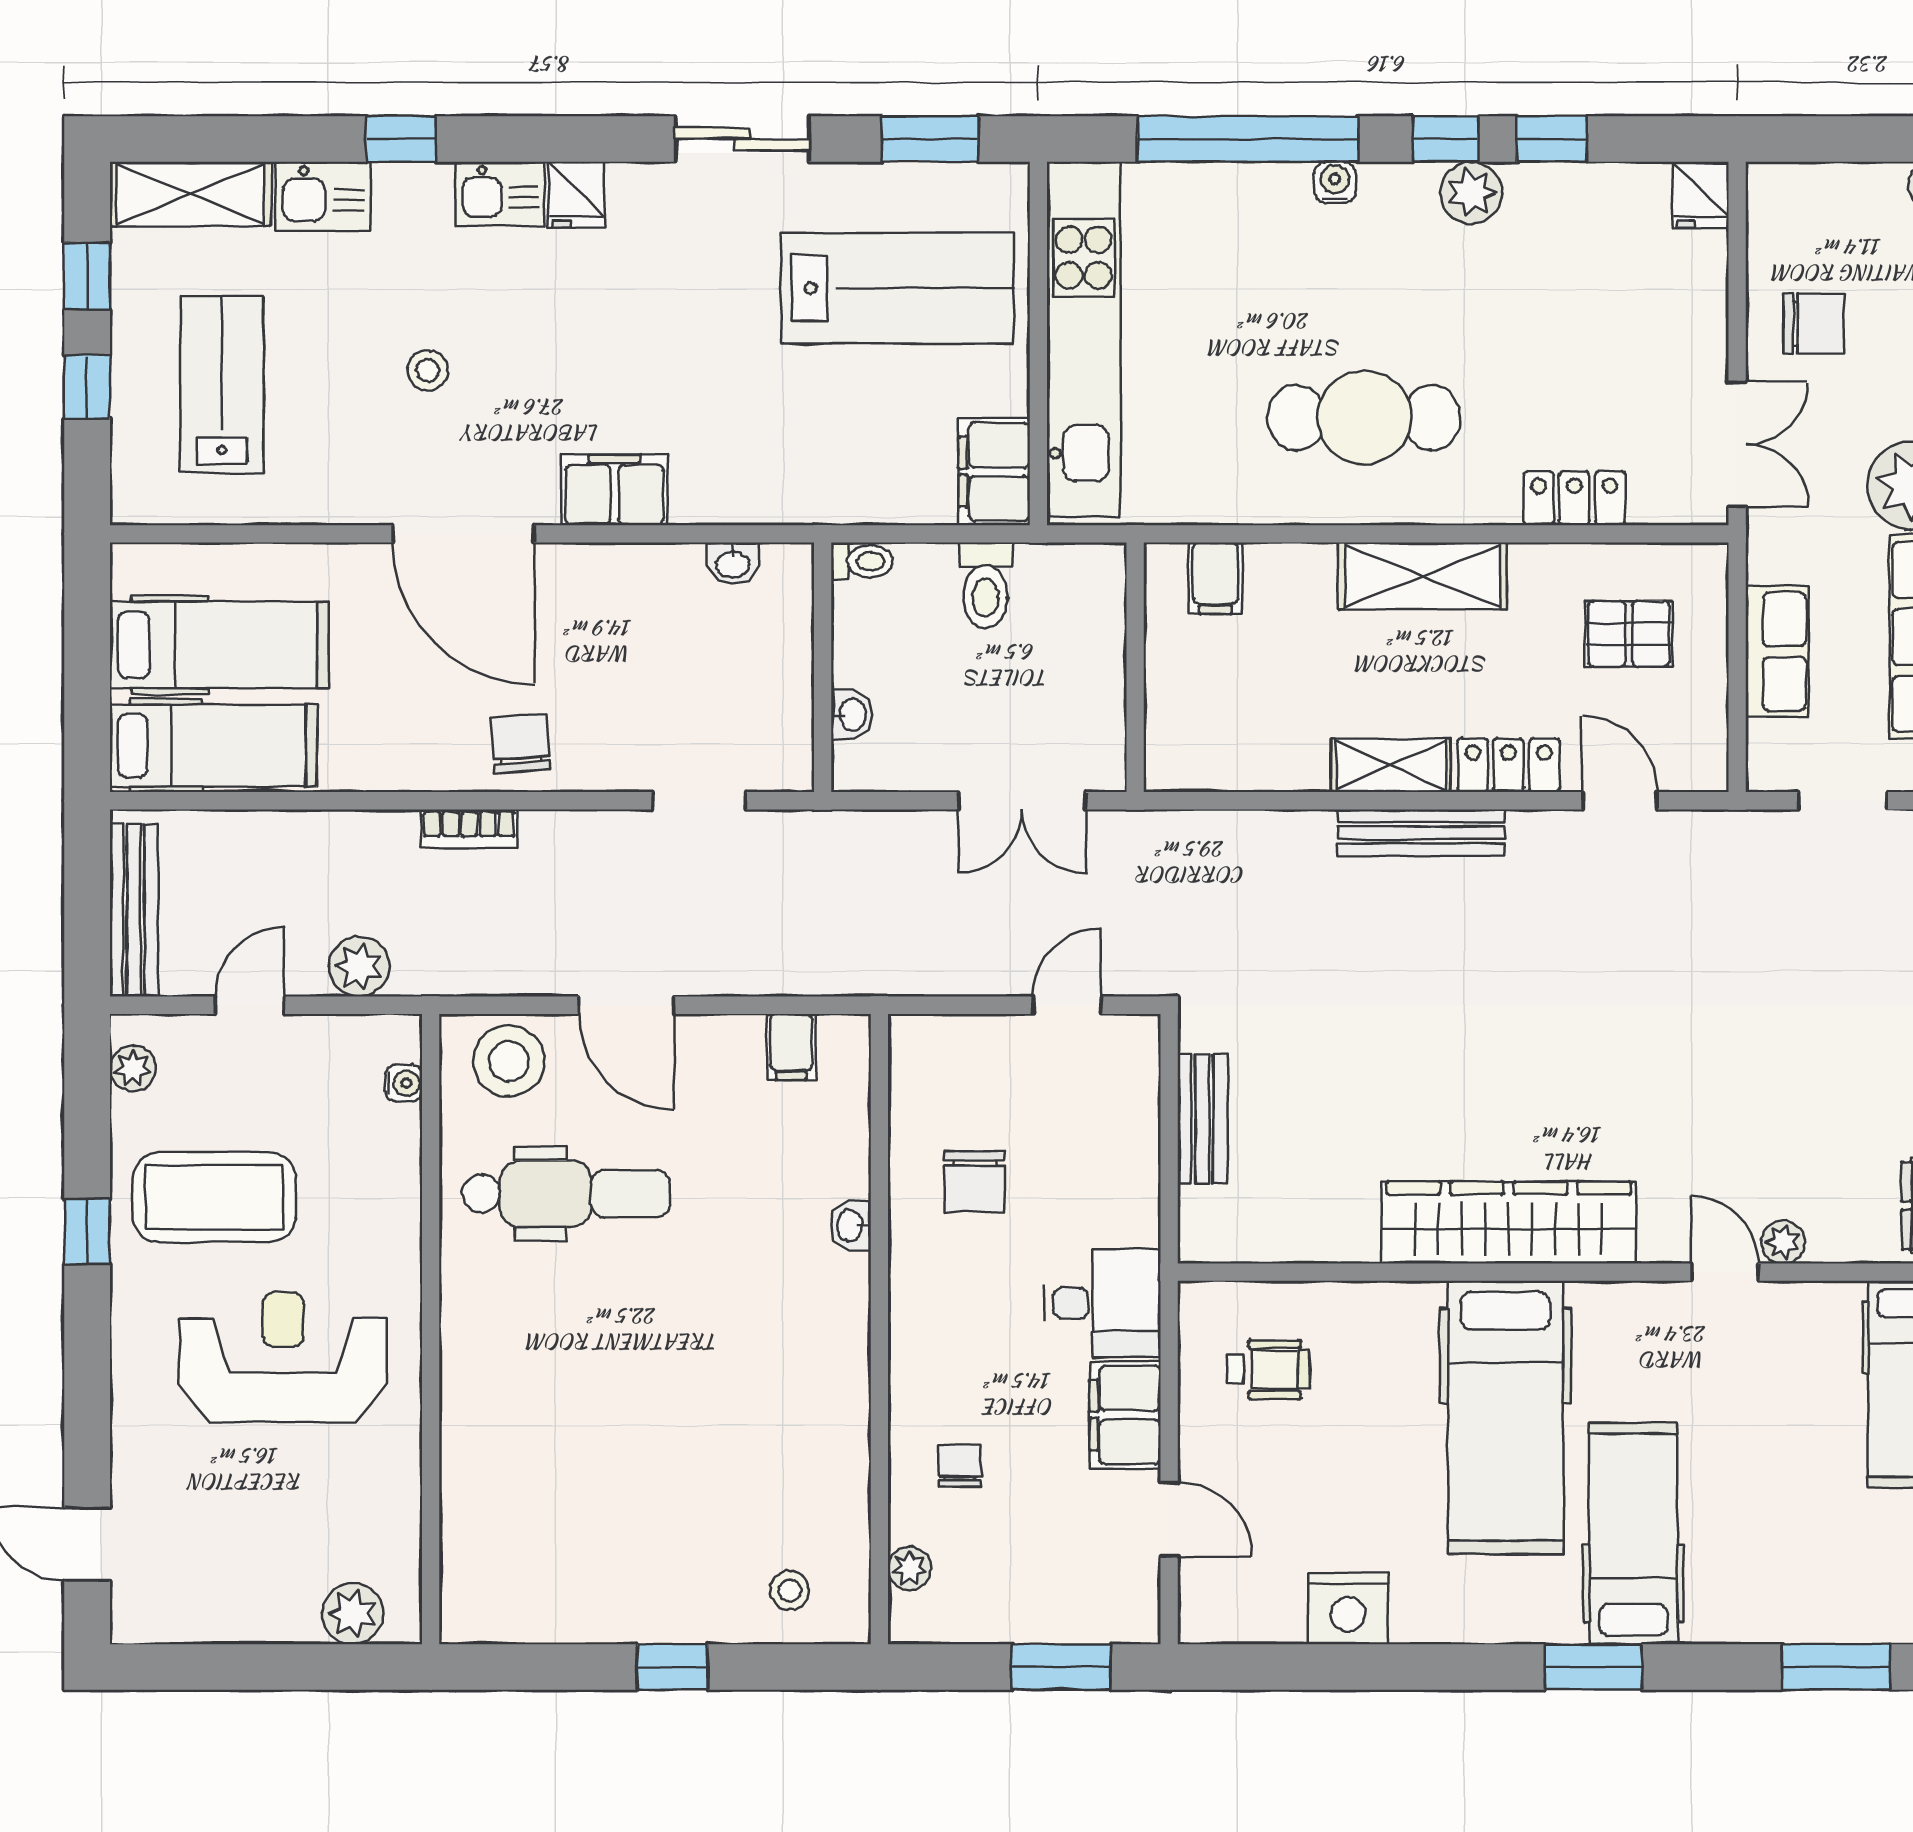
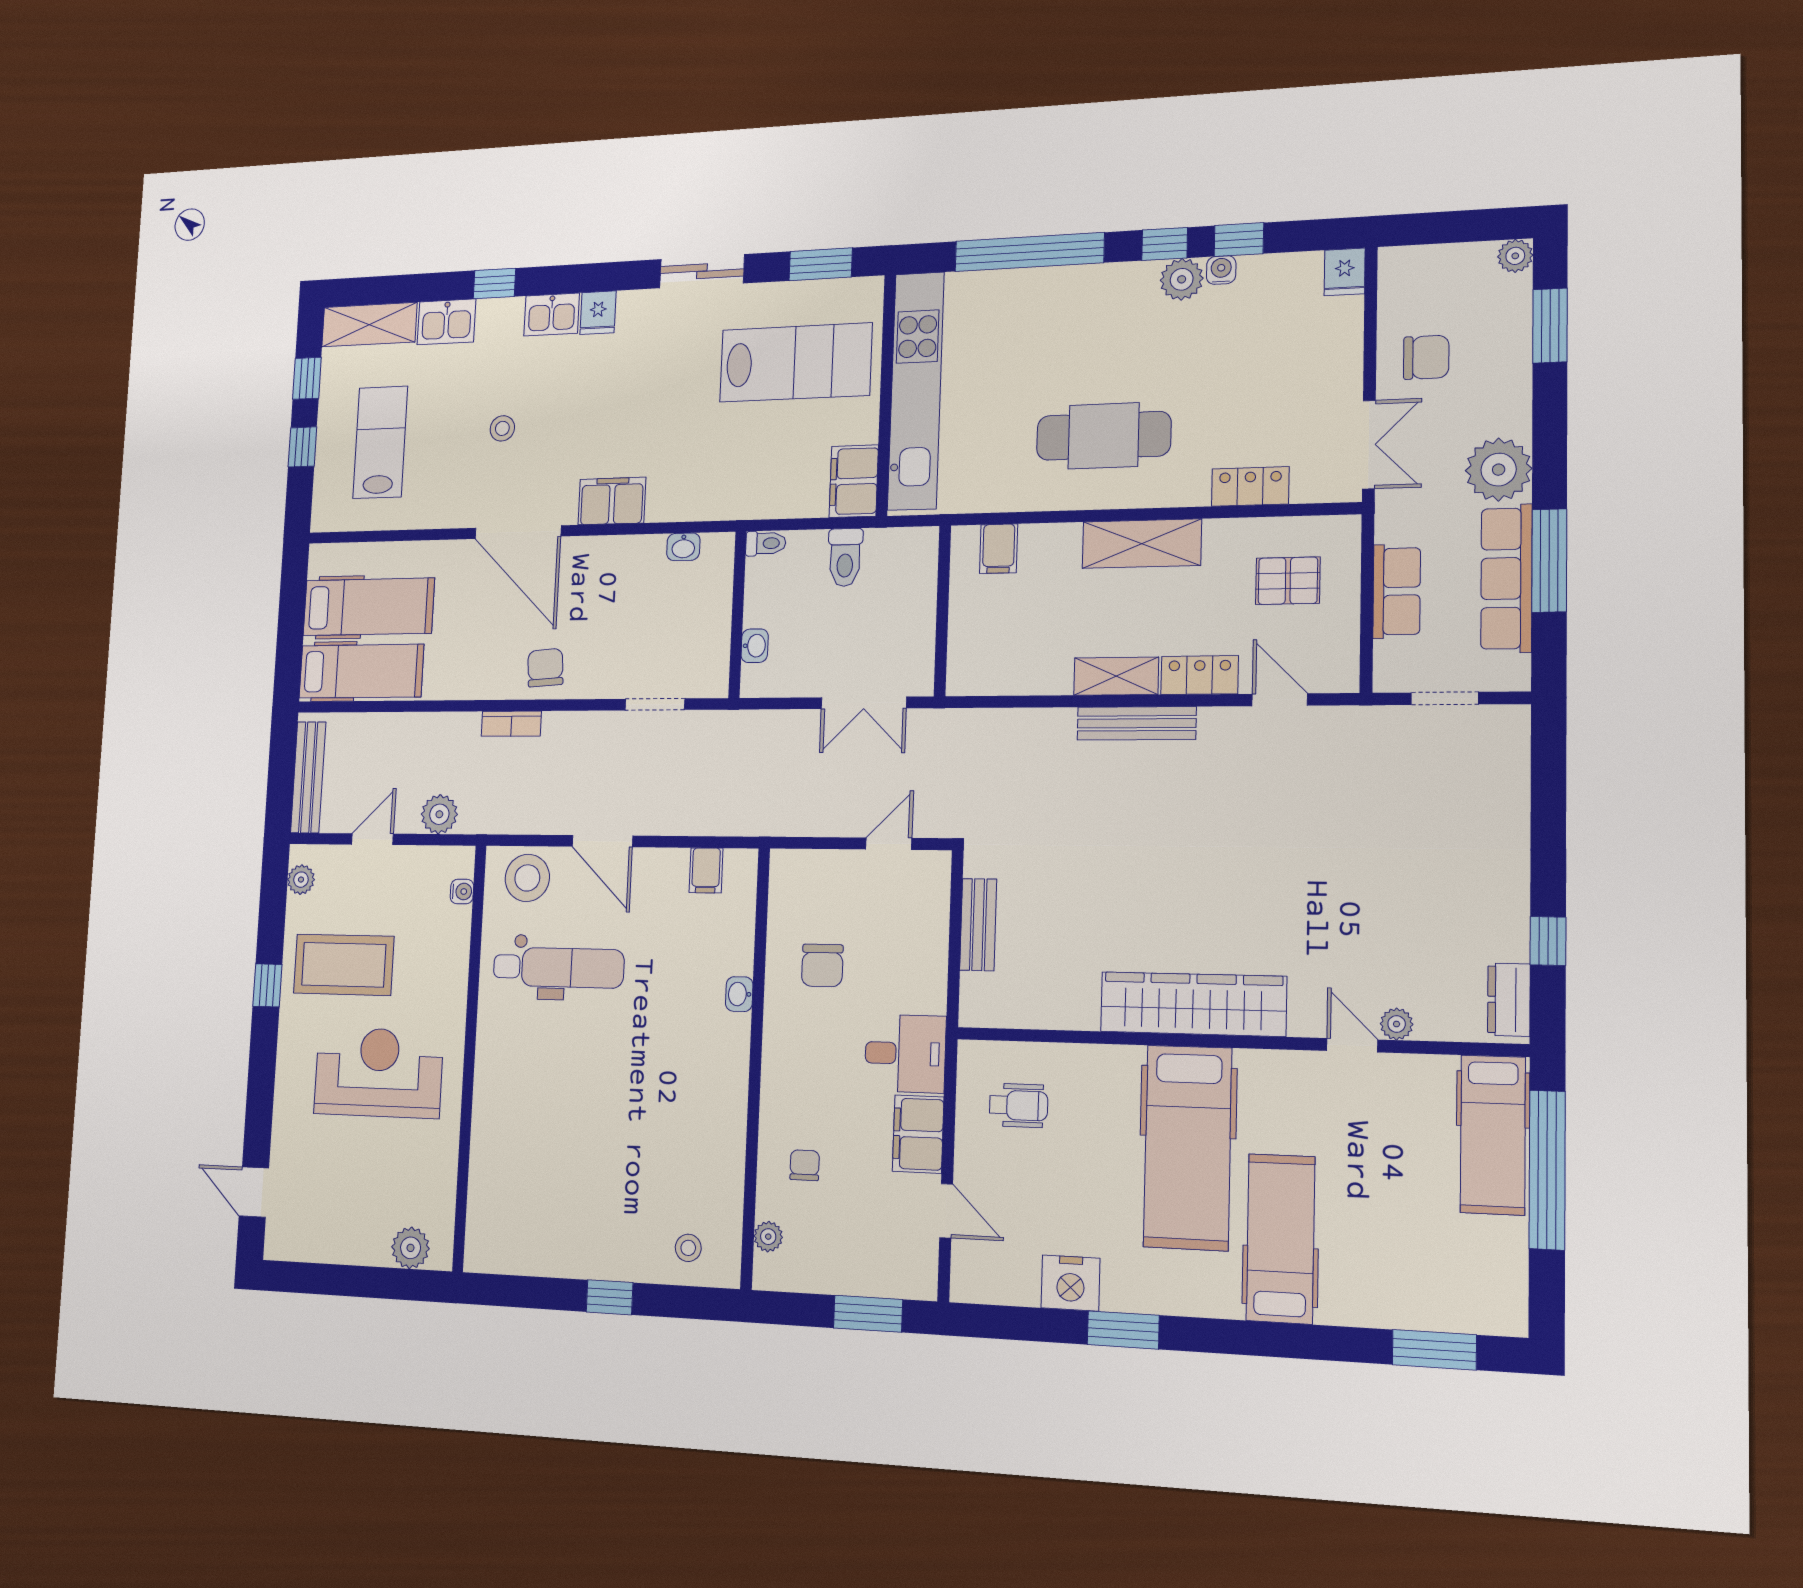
water cooler: (1335, 182) -> (1221, 270), moved
window: (1593, 1667) -> (1123, 1330), moved

